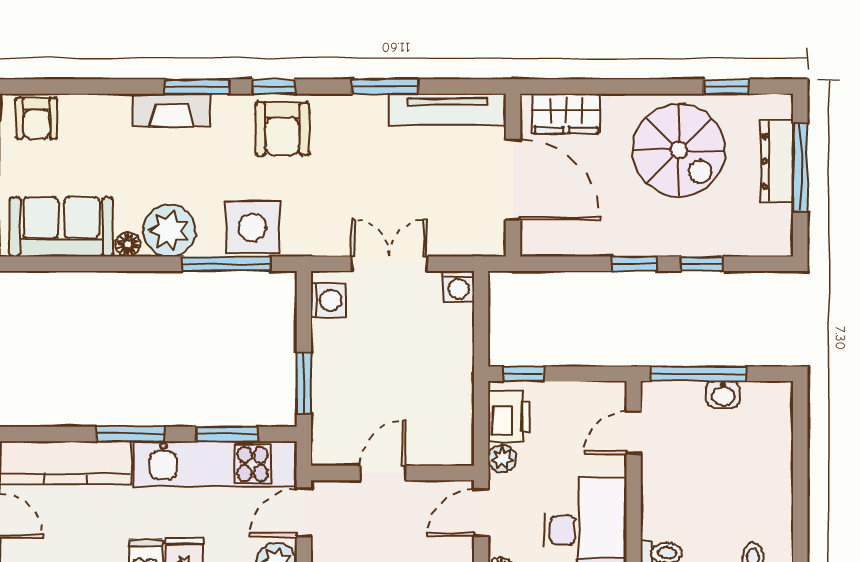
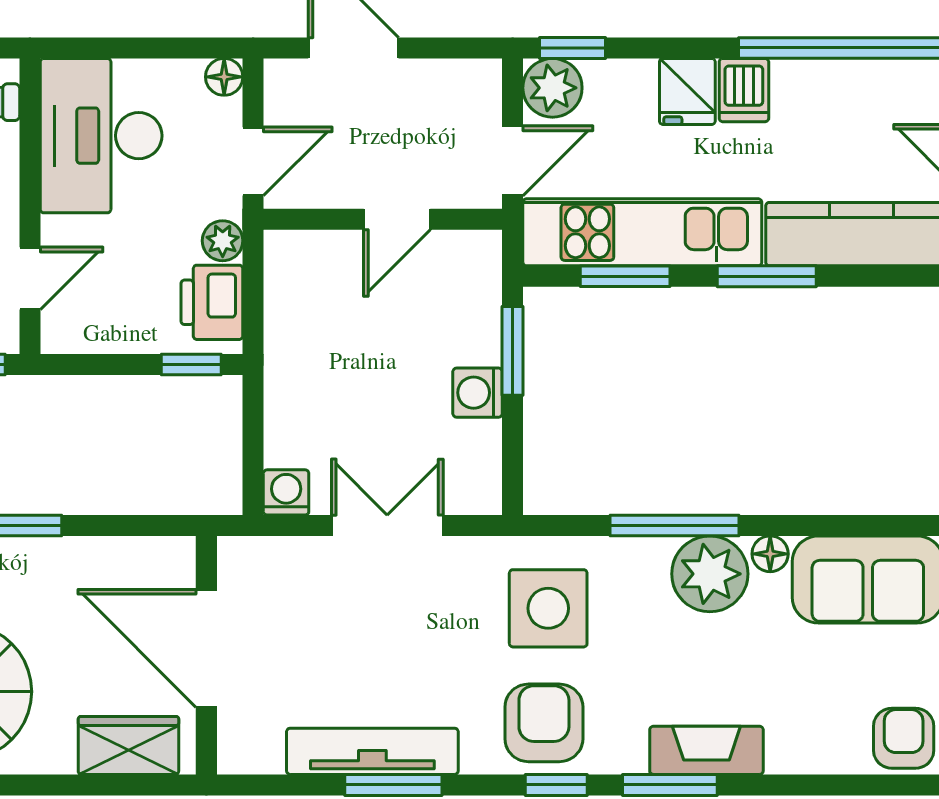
tv unit: (447, 109) -> (372, 751), moved
side table: (252, 227) -> (548, 608), moved
window: (226, 264) -> (675, 525), moved
double door: (390, 264) -> (387, 525), swing flipped
washing machine: (328, 300) -> (478, 393), moved

